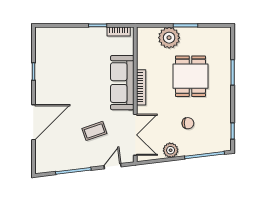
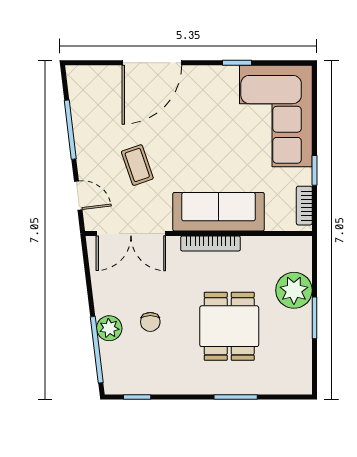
corner sofa: (65, 48) -> (276, 116), added
dining table: (190, 76) -> (229, 326), turned 90
door: (33, 122) -> (152, 63), hinge flipped
plant: (171, 150) -> (109, 328), moved

